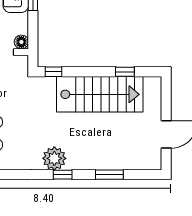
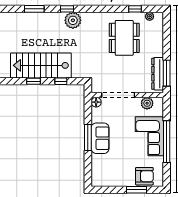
window: (53, 72) -> (61, 81), moved
window: (125, 72) -> (34, 81), moved

